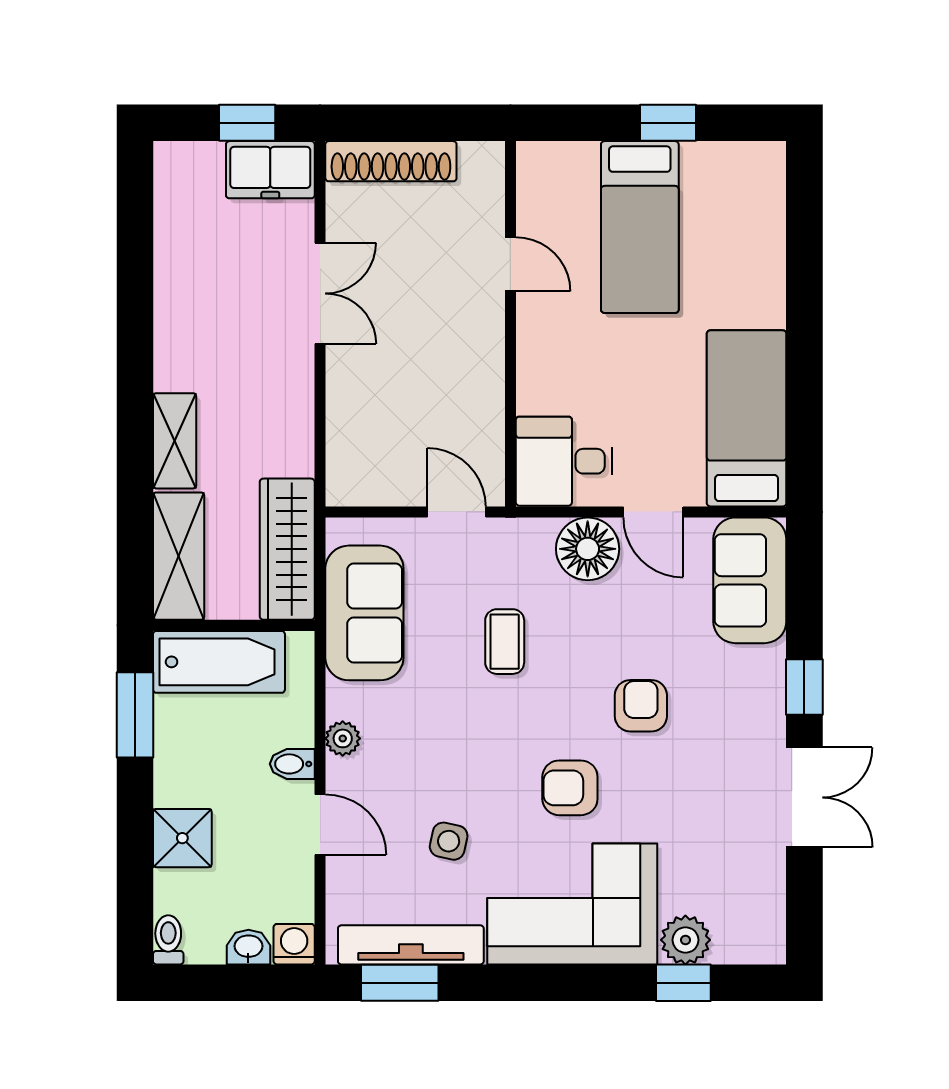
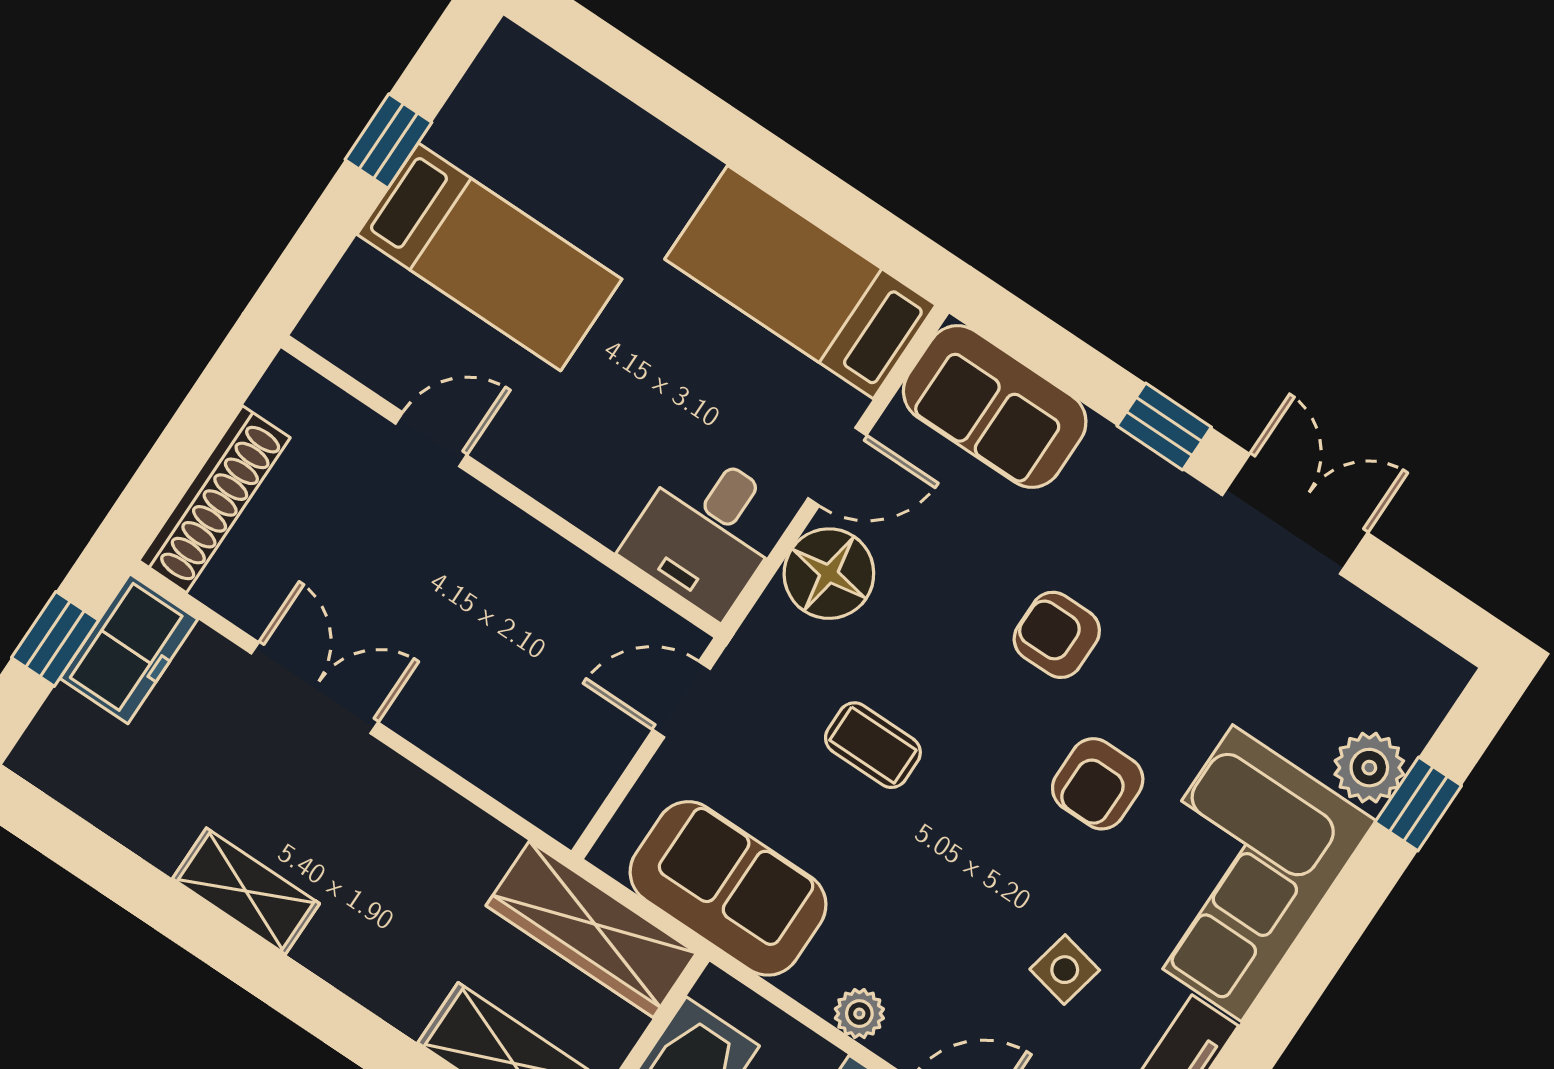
shelving: (175, 441) -> (246, 891), moved

